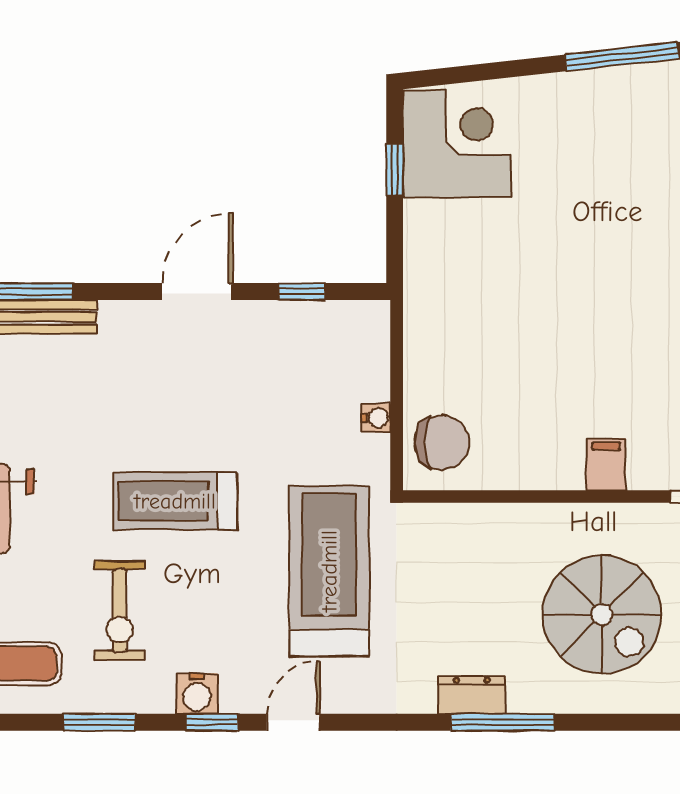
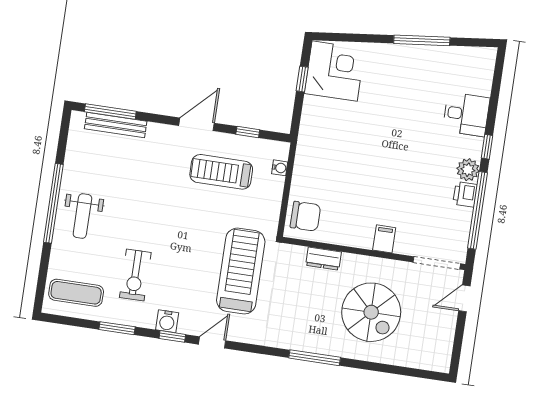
water cooler: (376, 418) -> (280, 168), moved
treadmill: (175, 501) -> (221, 172), moved
dresser: (472, 695) -> (323, 259), moved, turned 180

